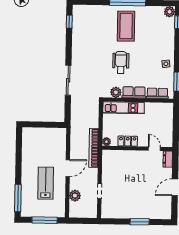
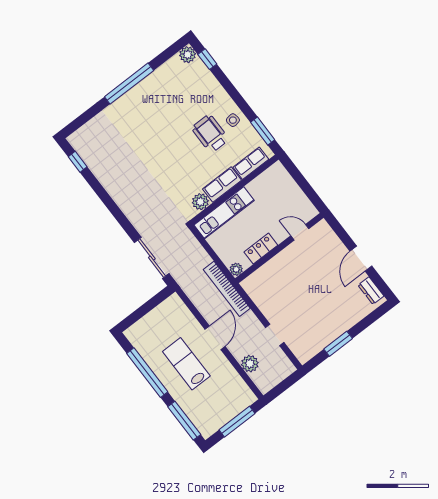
coffee table: (126, 26) -> (150, 113), removed
wheelchair: (121, 62) -> (210, 134), moved
sliding door: (68, 80) -> (152, 258), moved
window: (19, 158) -> (147, 373), added
dresser: (168, 159) -> (371, 291), moved
lab bench: (46, 183) -> (186, 364), moved
window: (140, 222) -> (338, 344), moved

